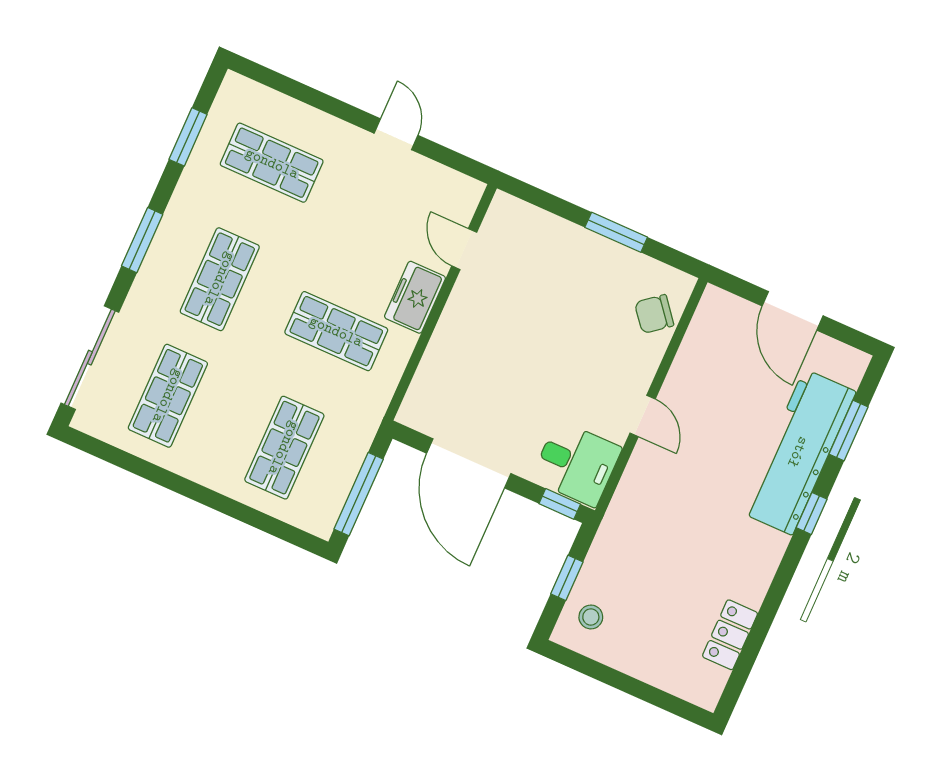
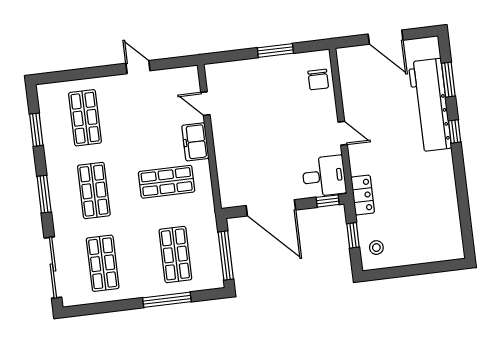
shop shelf: (272, 163) -> (85, 118), turned 90
chair: (654, 314) -> (318, 80), turned -51
window: (231, 508) -> (167, 300), added
locker: (730, 635) -> (363, 195), moved, turned 180

